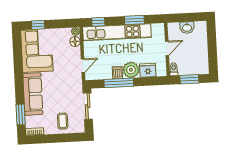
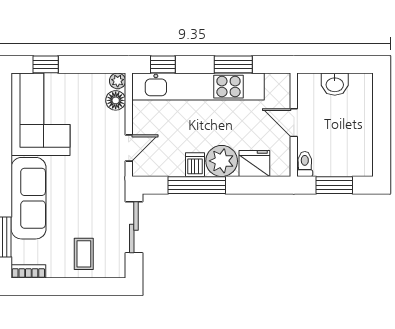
door: (167, 48) -> (294, 123), swing flipped

